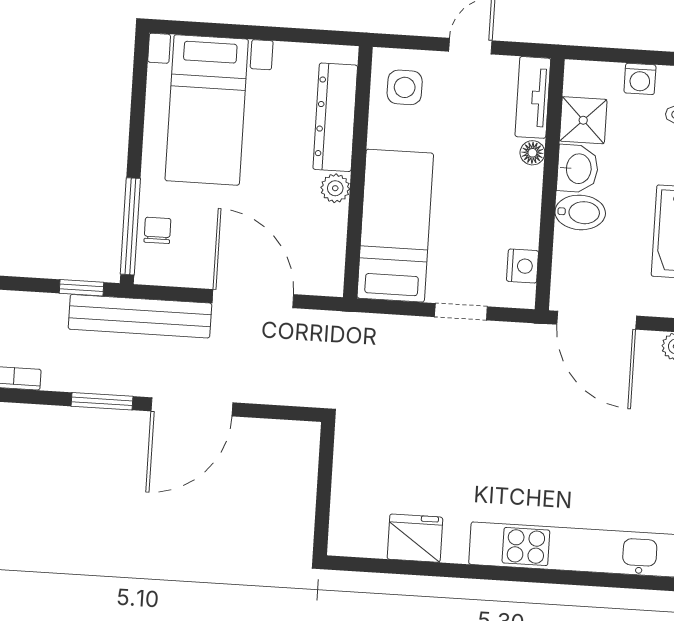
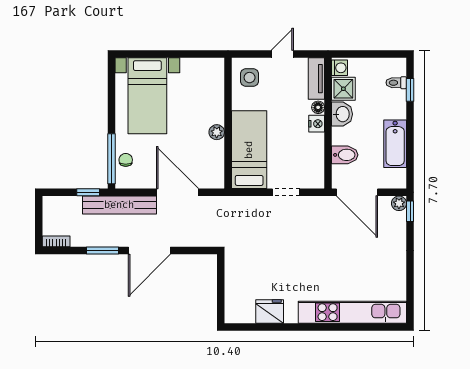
washing machine: (640, 79) -> (340, 68), moved, turned -90
dresser: (335, 117) -> (214, 95), removed
bidet: (580, 212) -> (345, 155), moved
nightstand: (523, 266) -> (317, 124), moved

